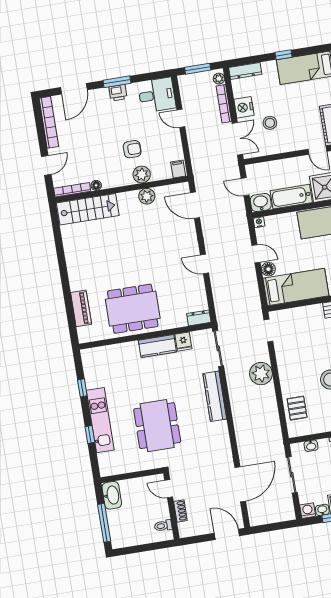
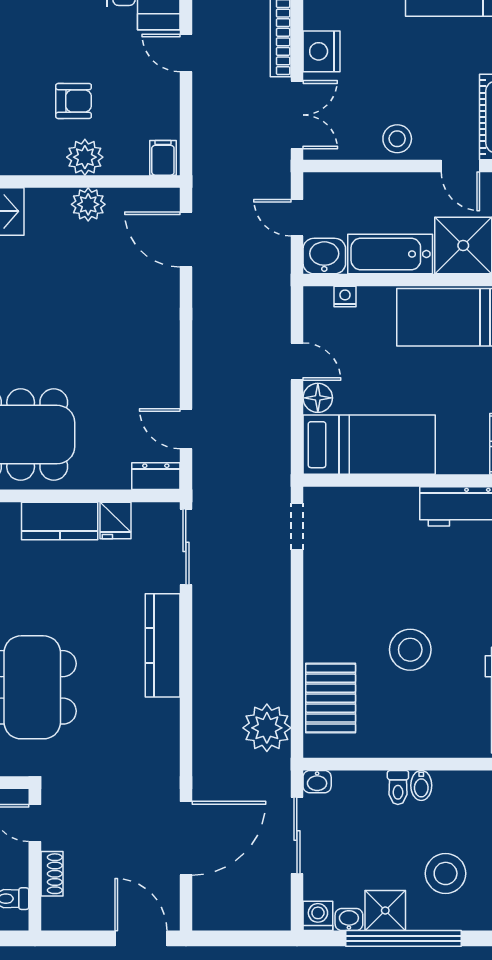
stool: (270, 123) -> (397, 139), moved
nightstand: (259, 222) -> (345, 297), moved
door: (205, 264) -> (186, 429), moved
plant: (261, 374) -> (267, 728), moved
pallet: (297, 408) -> (331, 698), width x1.50, depth x1.42
washbasin: (311, 446) -> (317, 782), moved

